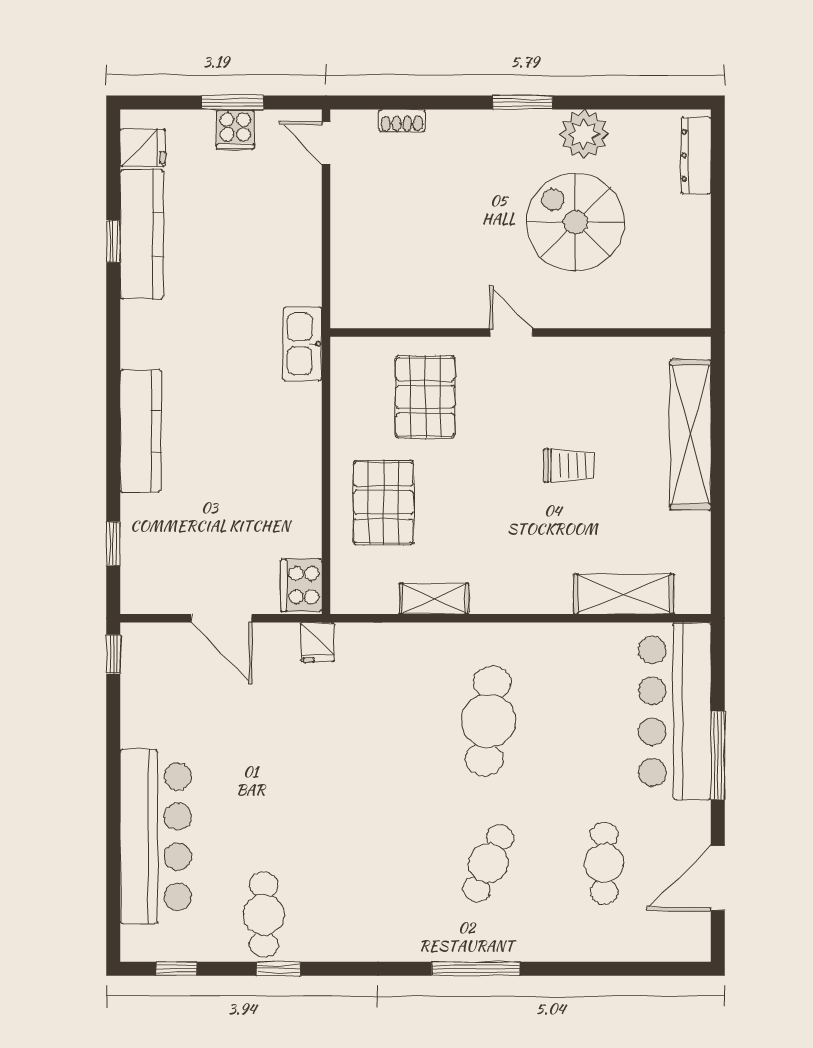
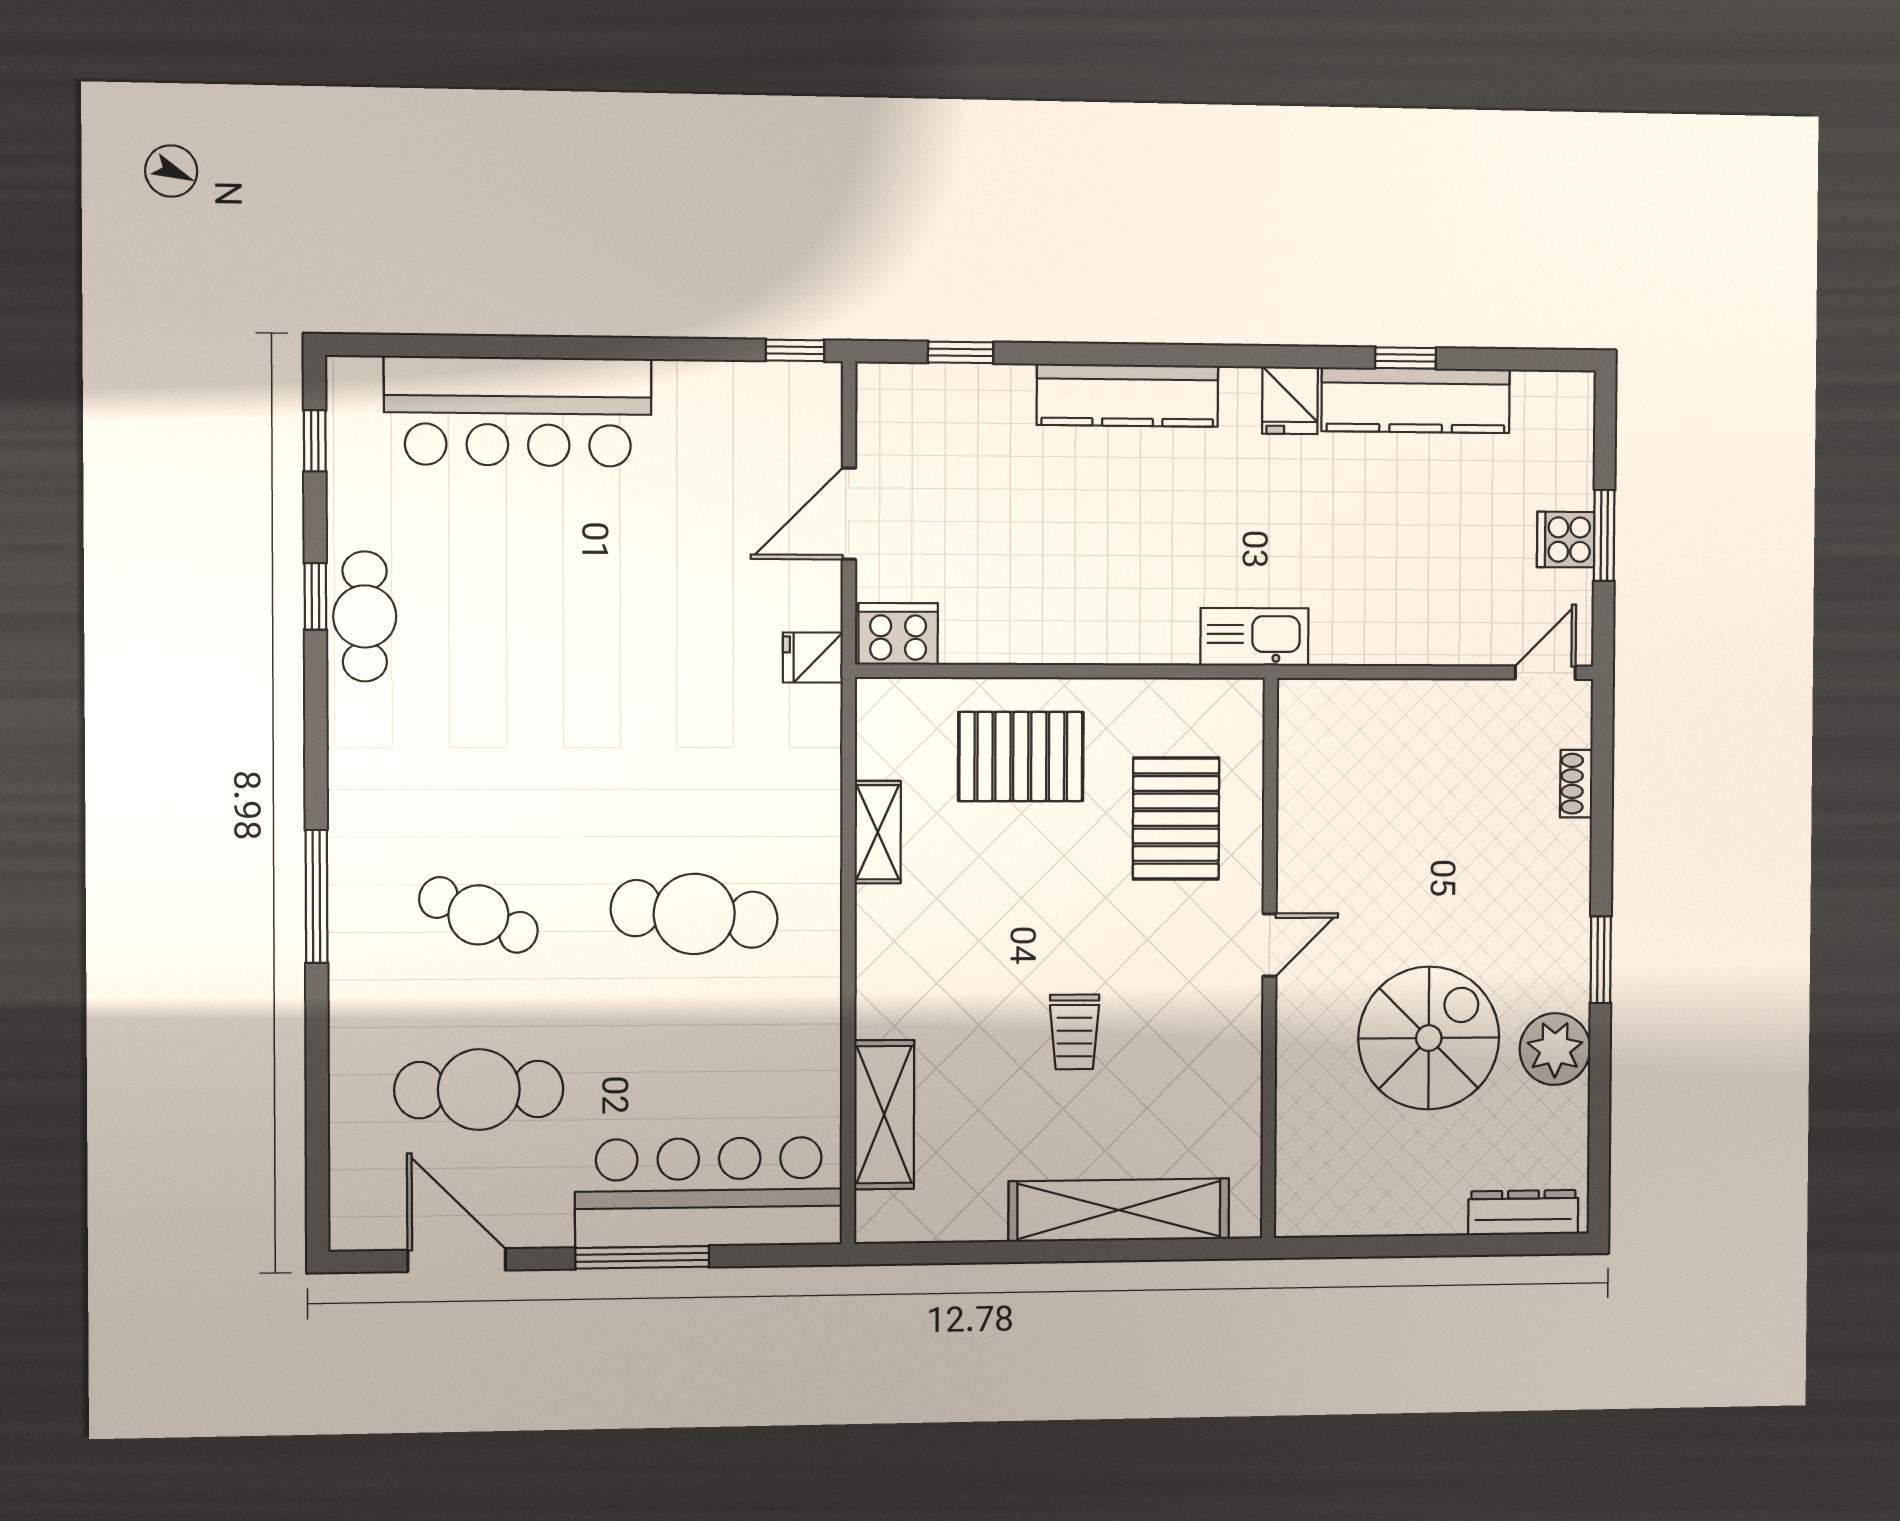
fridge: (143, 148) -> (1290, 400), moved
pallet: (425, 397) -> (1176, 819), turned 90
cafe table: (604, 863) -> (479, 1090), width x1.37, depth x1.35
cafe table: (264, 915) -> (365, 616), moved, turned 90

